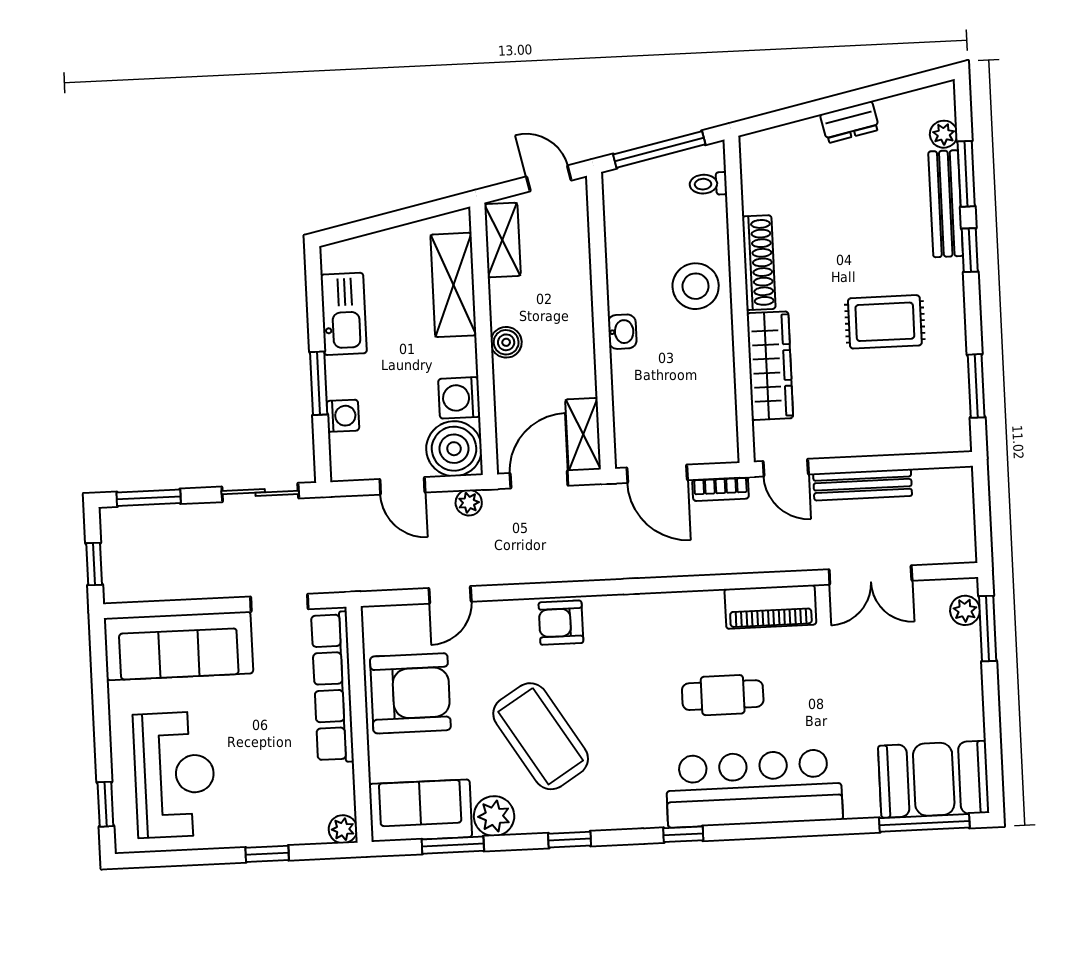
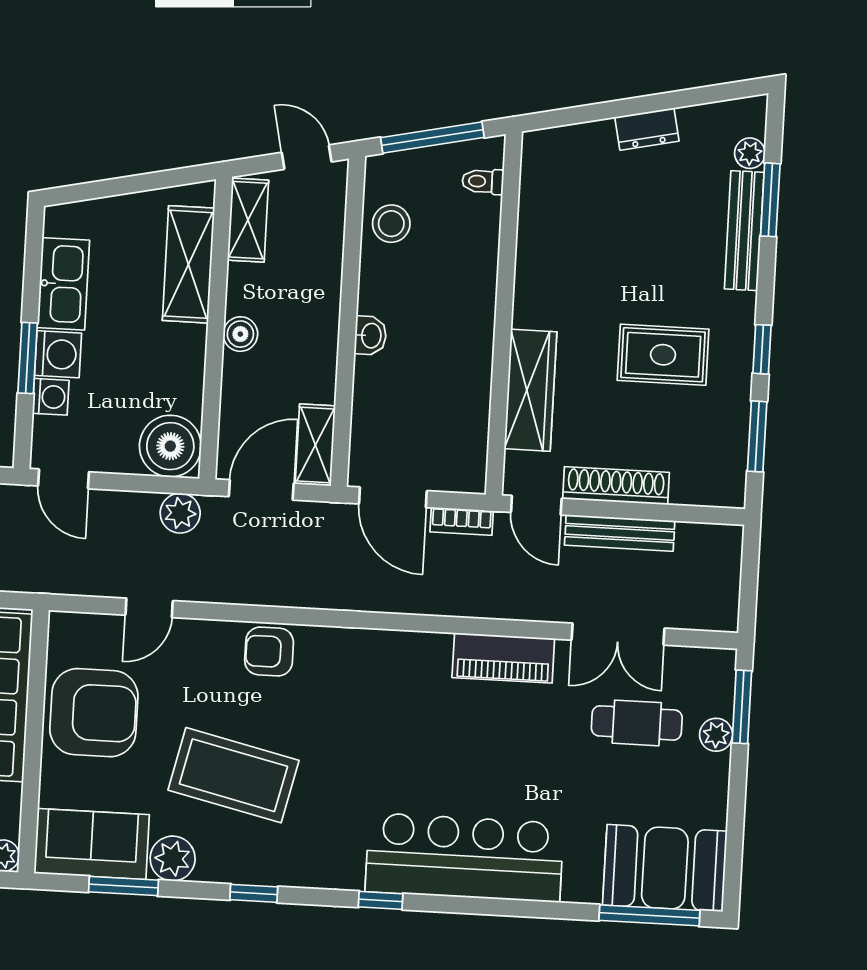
window: (970, 250) -> (762, 349), moved
shoe rack: (759, 263) -> (616, 486), moved, turned -90
stool: (696, 286) -> (391, 224), moved, width x0.73, depth x0.73
washing machine: (459, 398) -> (58, 354), moved, turned 180
door: (402, 486) -> (64, 479), moved
plant: (469, 503) -> (180, 513), width x1.38, depth x1.38
plant: (965, 610) -> (716, 735), moved
cafe table: (723, 695) -> (637, 723), moved
coffee table: (541, 736) -> (233, 775), turned -45

